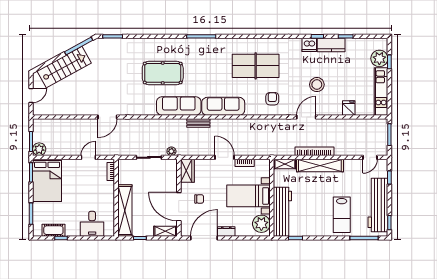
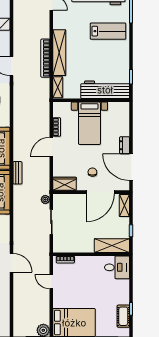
shelving: (125, 210) -> (112, 246), width x0.68
desk: (92, 224) -> (117, 267), moved
plant: (261, 224) -> (117, 111), removed

